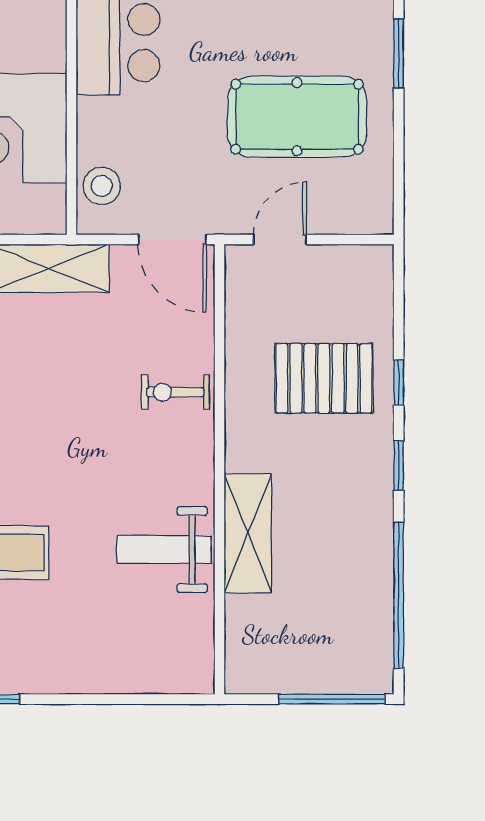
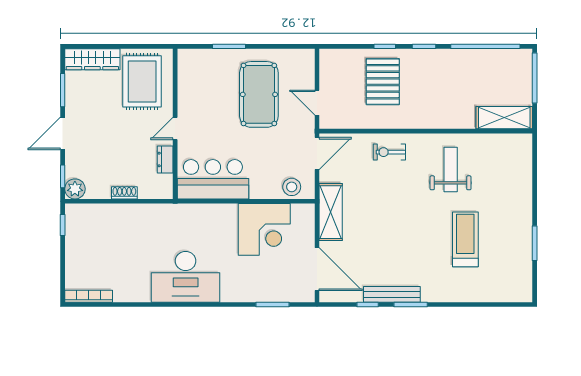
exercise bike: (175, 392) -> (389, 152), turned 90
shelving: (248, 533) -> (504, 118), moved
weight bench: (164, 550) -> (451, 169), moved, turned 180

